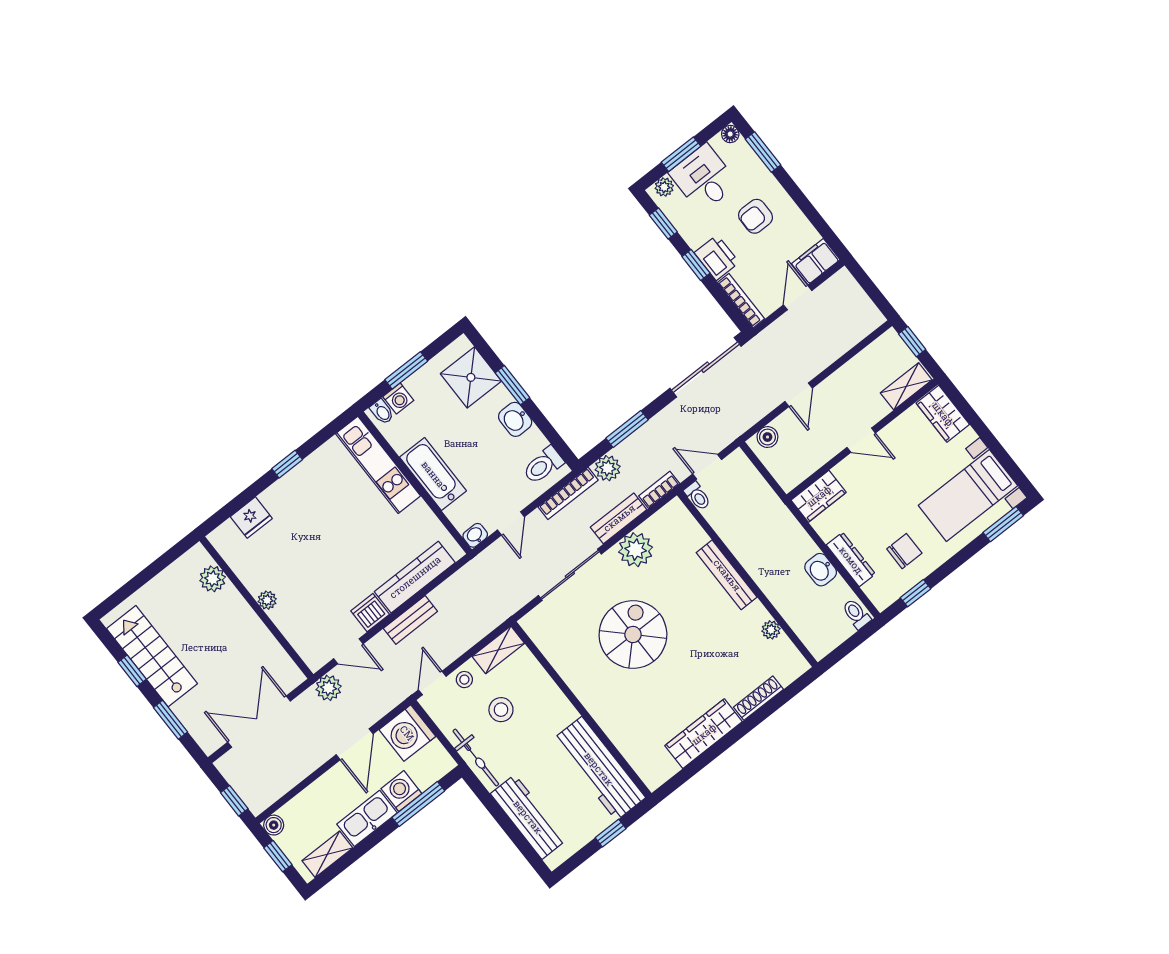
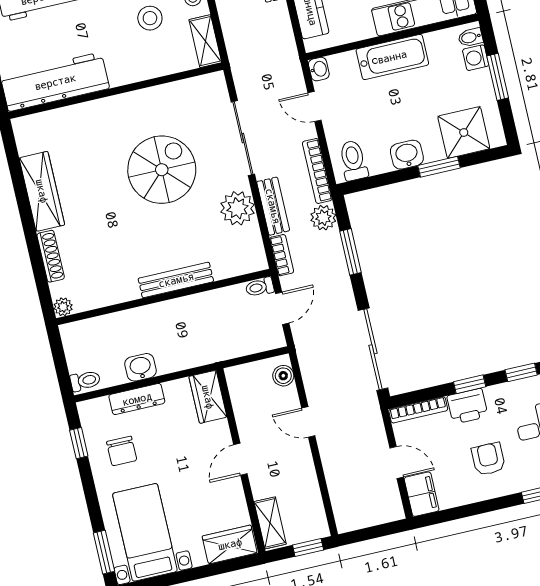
plant: (771, 630) -> (63, 307), moved
spiral stairs: (633, 634) -> (162, 170), turned -90

